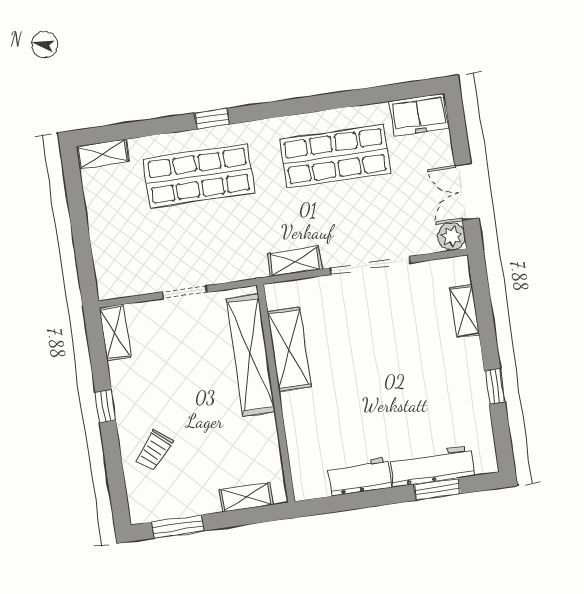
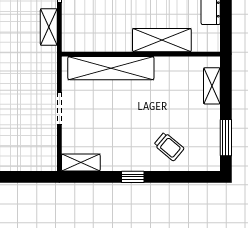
shelving: (289, 349) -> (162, 40), moved

